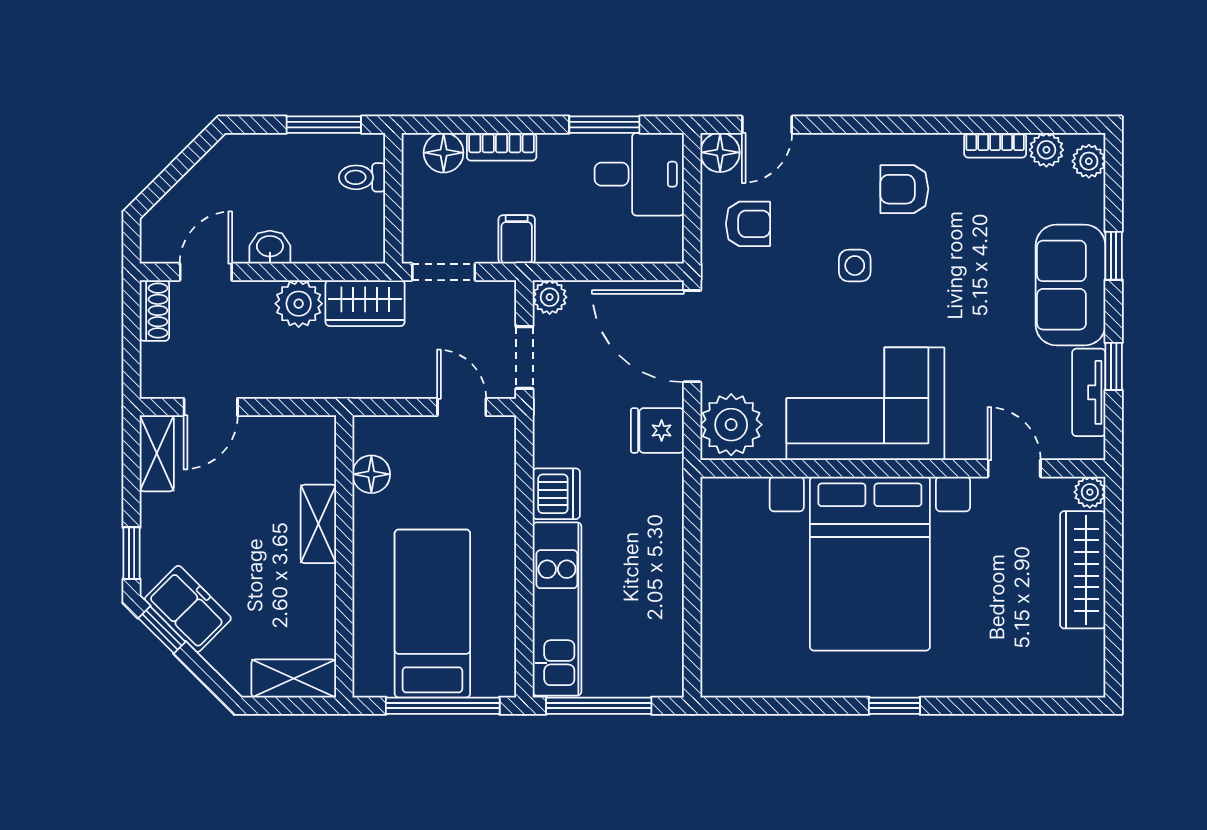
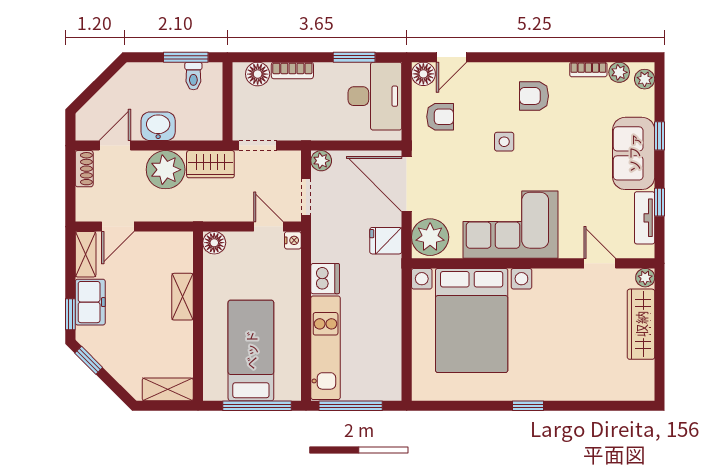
desk: (639, 174) -> (375, 96), width x1.37
toilet: (362, 177) -> (193, 76), moved, turned -90
filing cabinet: (517, 239) -> (301, 126), removed
washbasin: (270, 247) -> (158, 126), width x1.38, depth x1.45
plant: (299, 304) -> (166, 170), width x1.36, depth x1.36
nightstand: (502, 430) -> (293, 240), added
floor lamp: (371, 474) -> (214, 243), moved
bed with nightstands: (870, 564) -> (472, 320), moved
freezer: (188, 609) -> (90, 302), moved, turned 45

